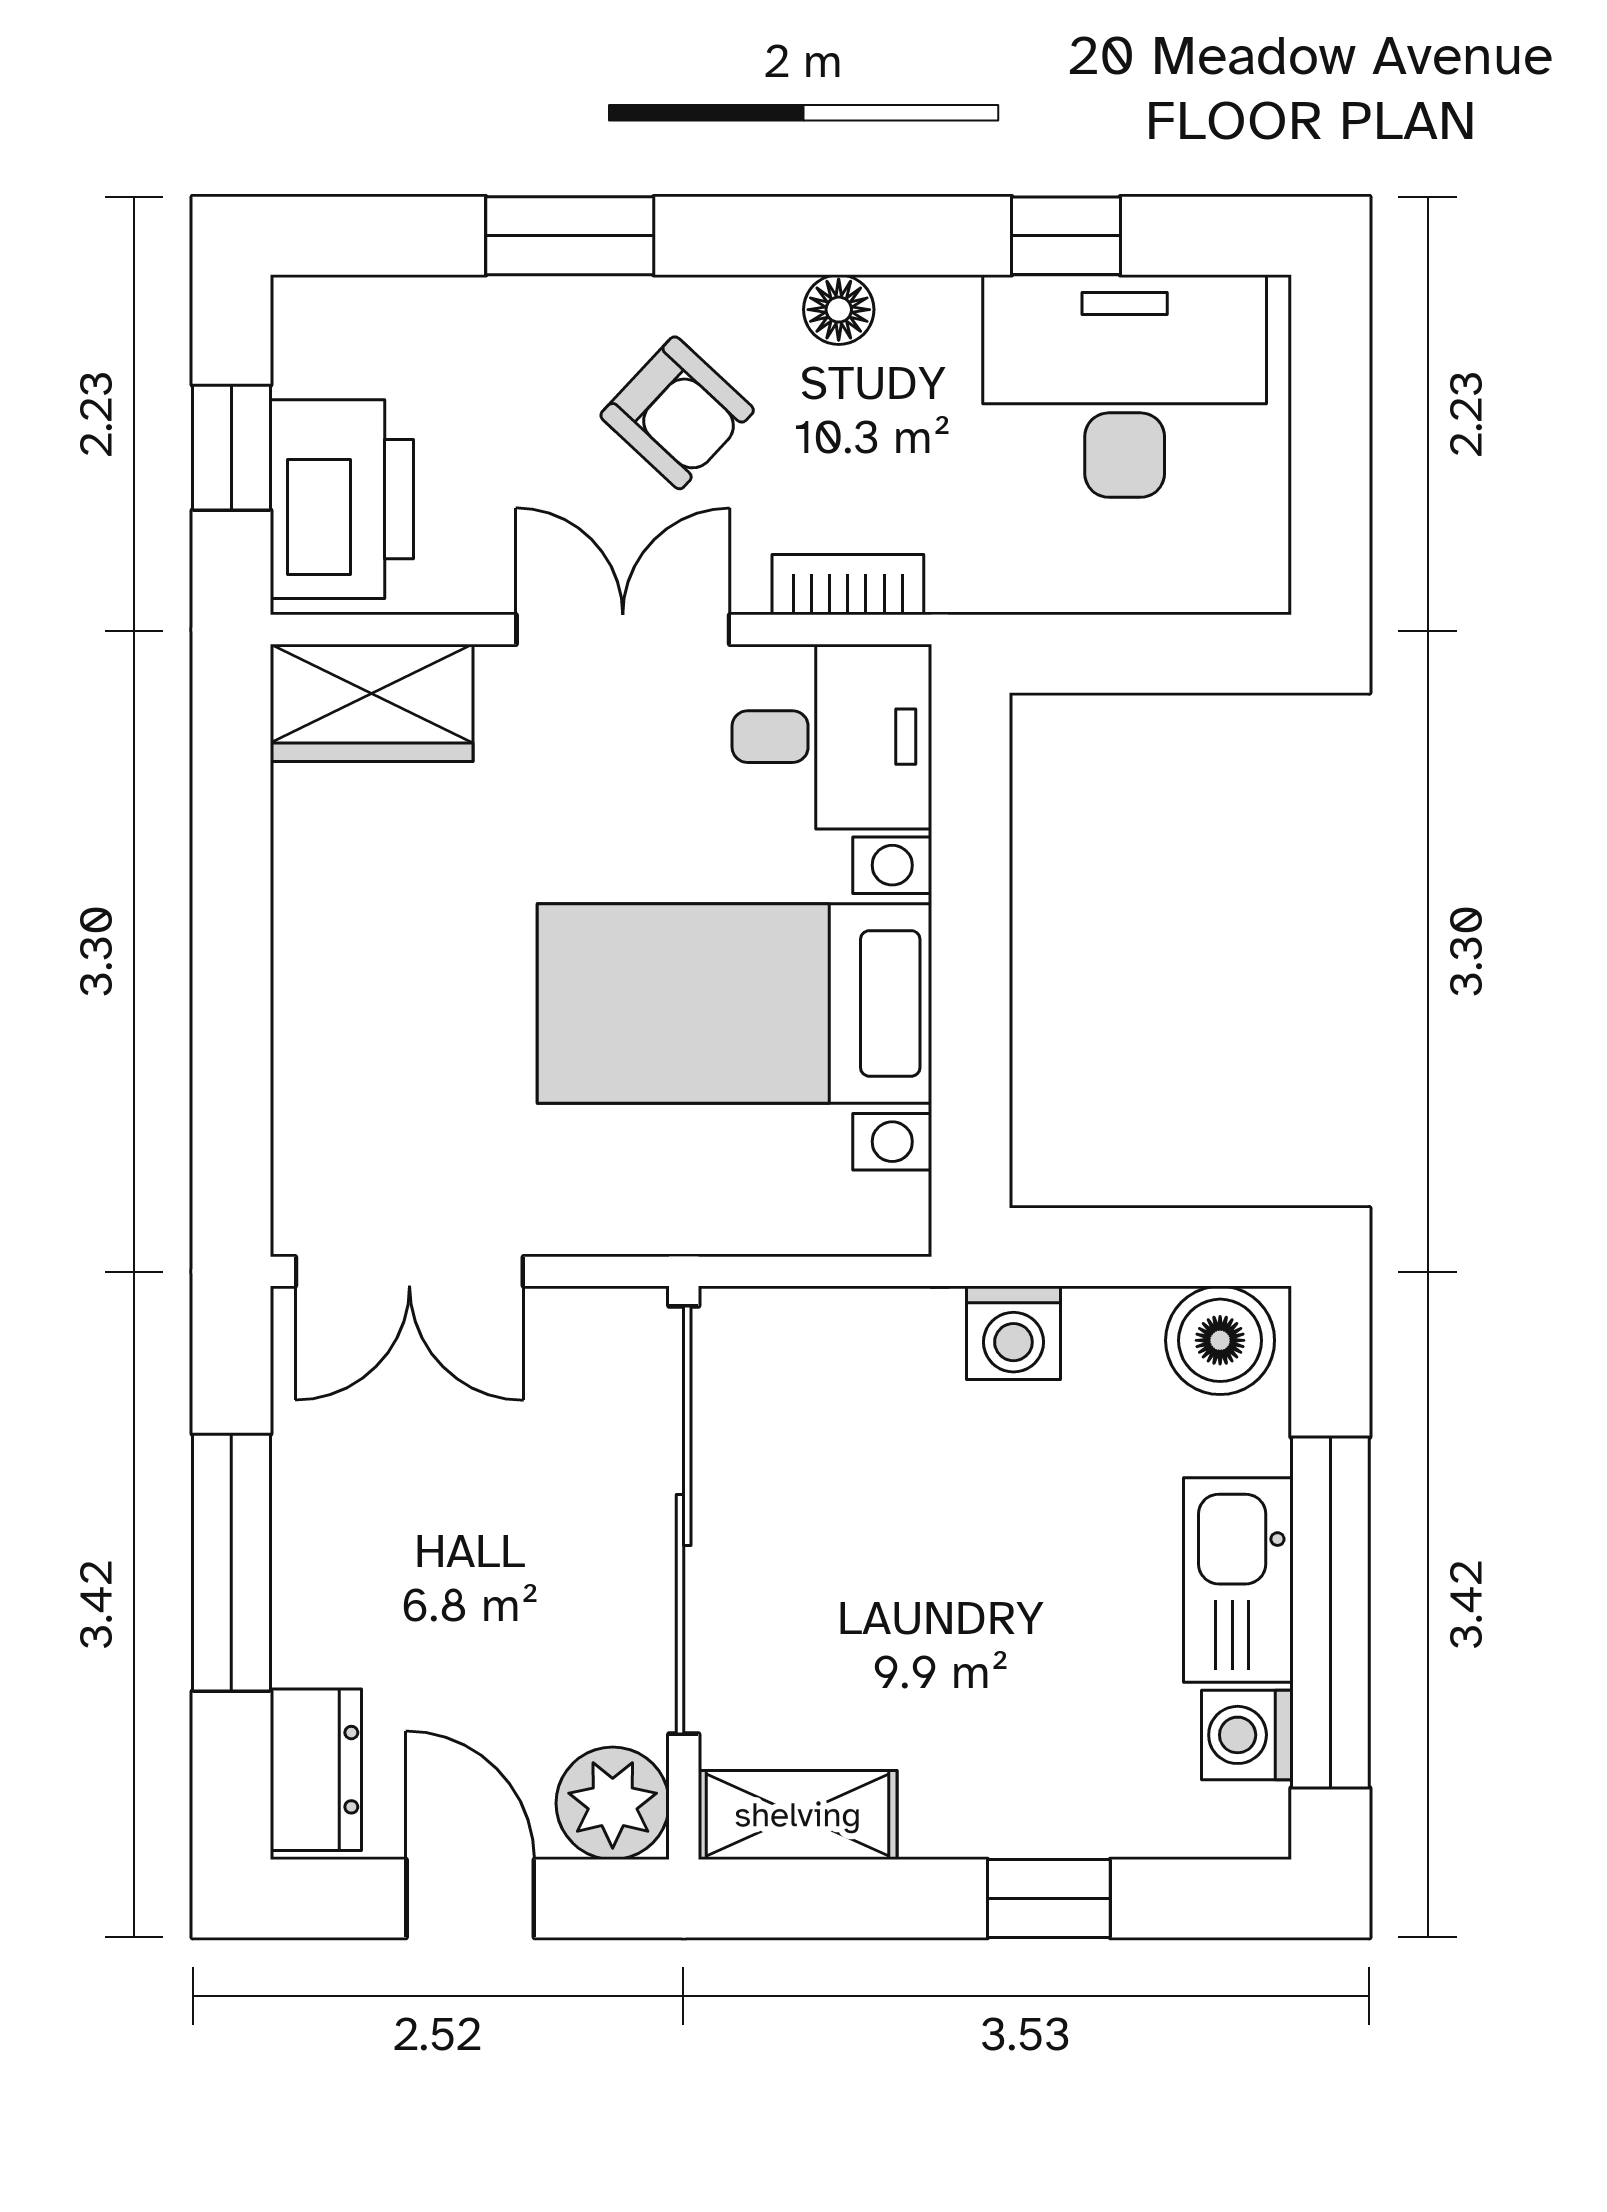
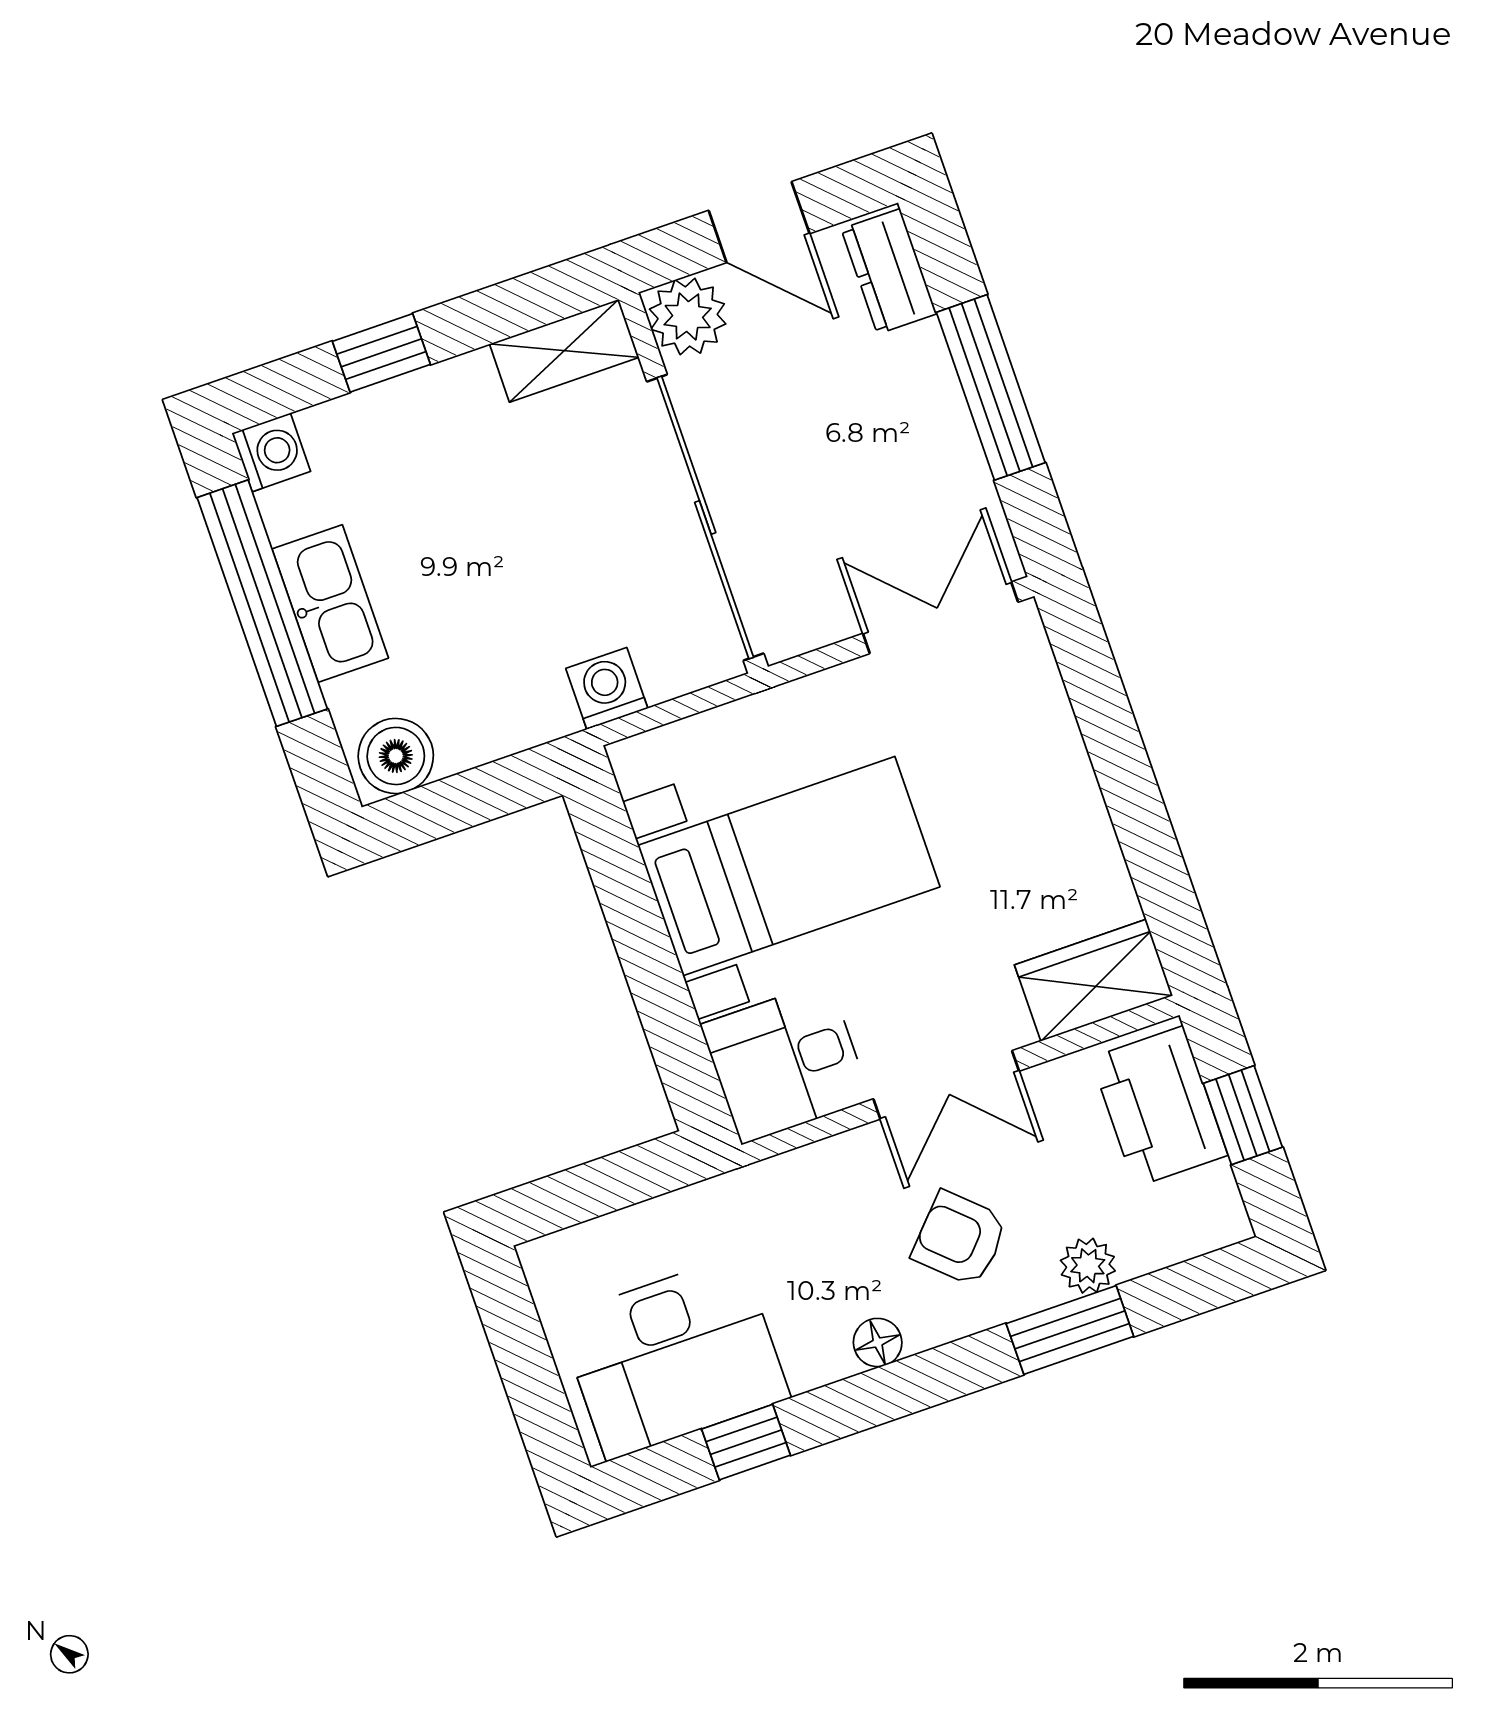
plant: (515, 315) -> (1088, 1266), added
bookcase: (848, 585) -> (810, 1165), removed
washing machine: (1013, 1333) -> (607, 688), moved
washing machine: (1247, 1735) -> (271, 452), moved

